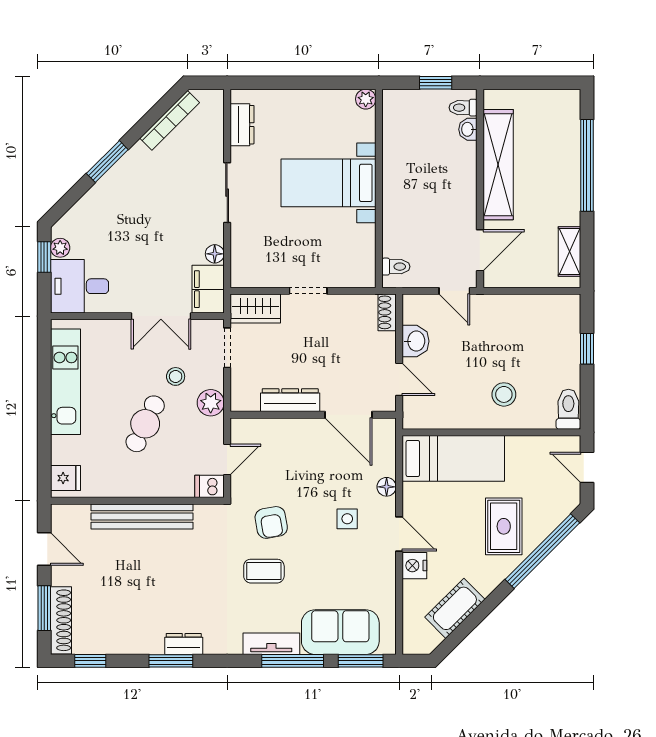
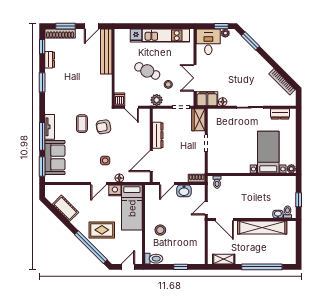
window: (107, 161) -> (250, 41), moved
bed with nightstands: (328, 183) -> (268, 152), moved
fridge: (65, 478) -> (136, 36), moved
bench: (142, 516) -> (106, 52), moved
nightstand: (414, 566) -> (115, 190), moved
dresser: (184, 644) -> (50, 60), moved

